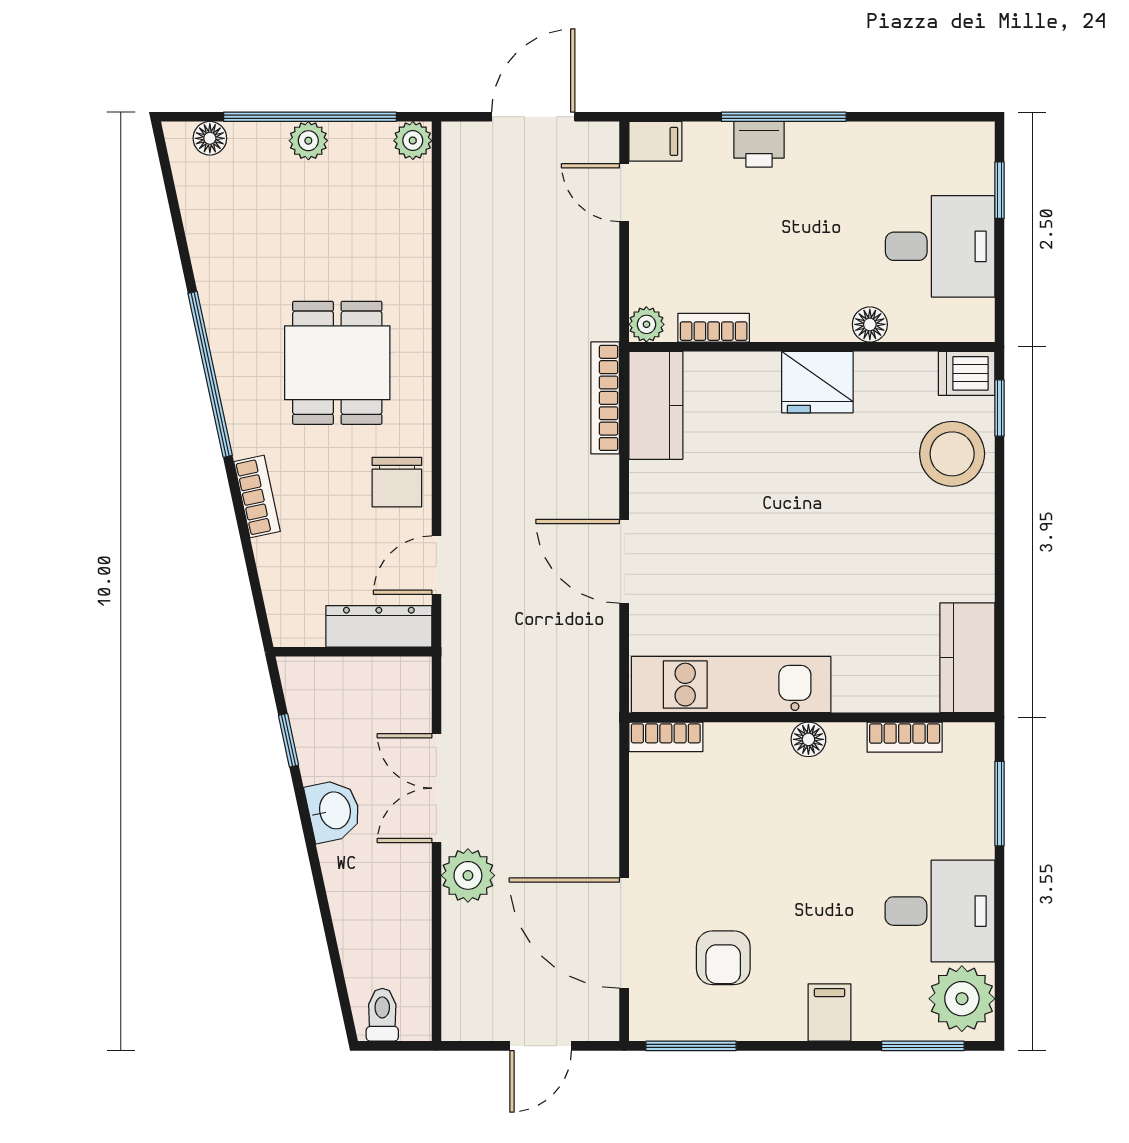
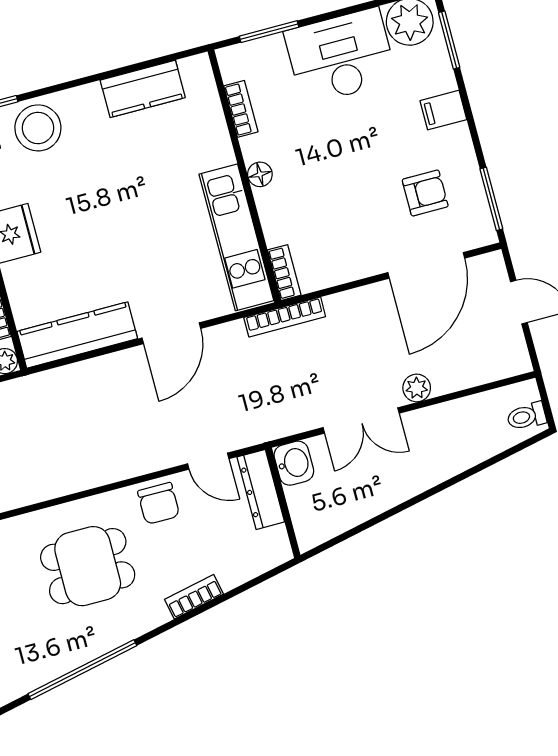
window: (210, 374) -> (82, 670), moved
bookcase: (605, 398) -> (285, 317), moved
kitchen counter: (656, 405) -> (77, 335), width x1.50
chair: (397, 482) -> (159, 503), turned 90
kitchen counter: (967, 658) -> (143, 89), moved
window: (288, 740) -> (355, 531), removed
washbasin: (333, 811) -> (294, 463), moved, turned 102
plant: (468, 875) -> (417, 388), width x0.73, depth x0.73
desk: (940, 911) -> (341, 56), width x1.37

